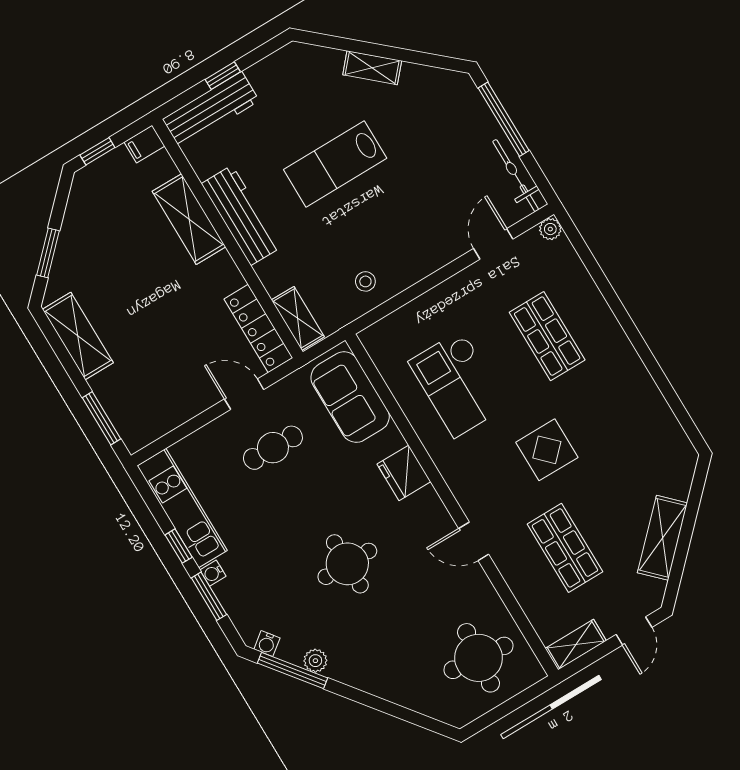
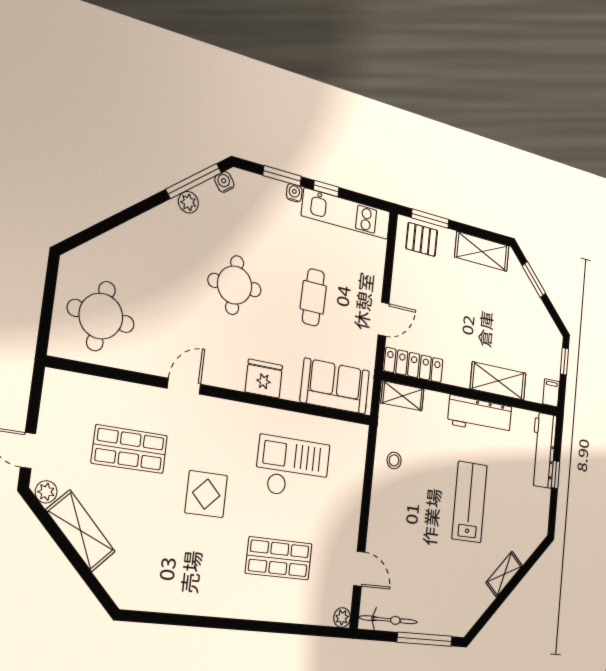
pallet: (131, 412) -> (422, 239), added
cafe table: (273, 448) -> (313, 297), moved
plant: (654, 591) -> (46, 492), added
shelving: (576, 645) -> (53, 397), removed

